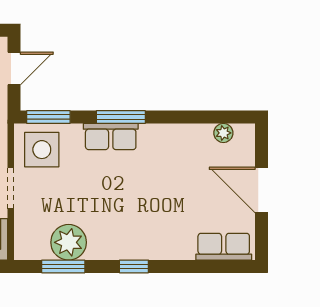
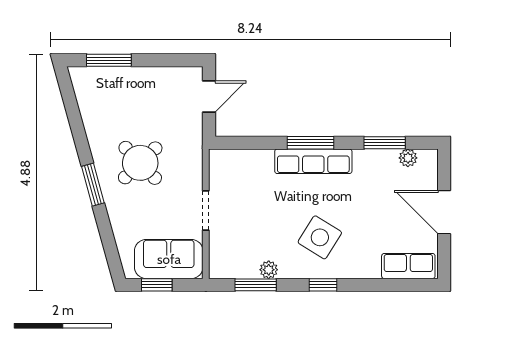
window: (48, 117) -> (385, 143), moved
row of seats: (111, 137) -> (313, 161), width x1.48
side table: (42, 150) -> (320, 237), moved, turned 32
plant: (69, 242) -> (269, 270), width x0.53, depth x0.53

